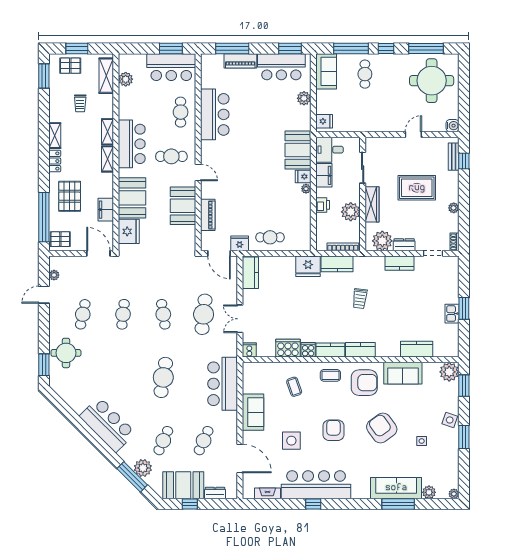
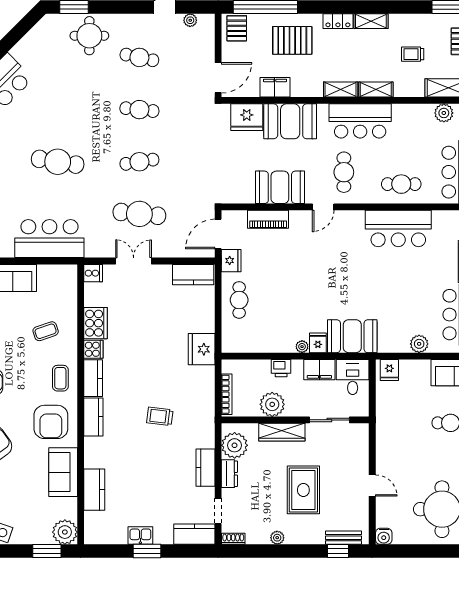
kitchen counter: (337, 264) -> (194, 534), moved, turned 90

